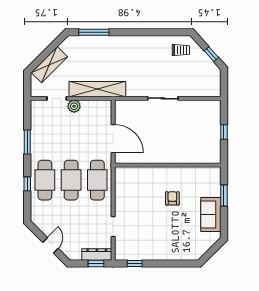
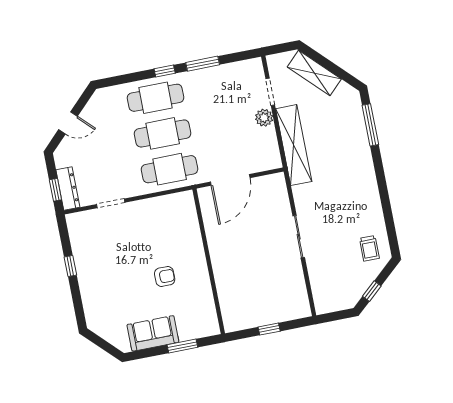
window: (27, 184) -> (165, 71), moved
window: (135, 264) -> (70, 266), moved

